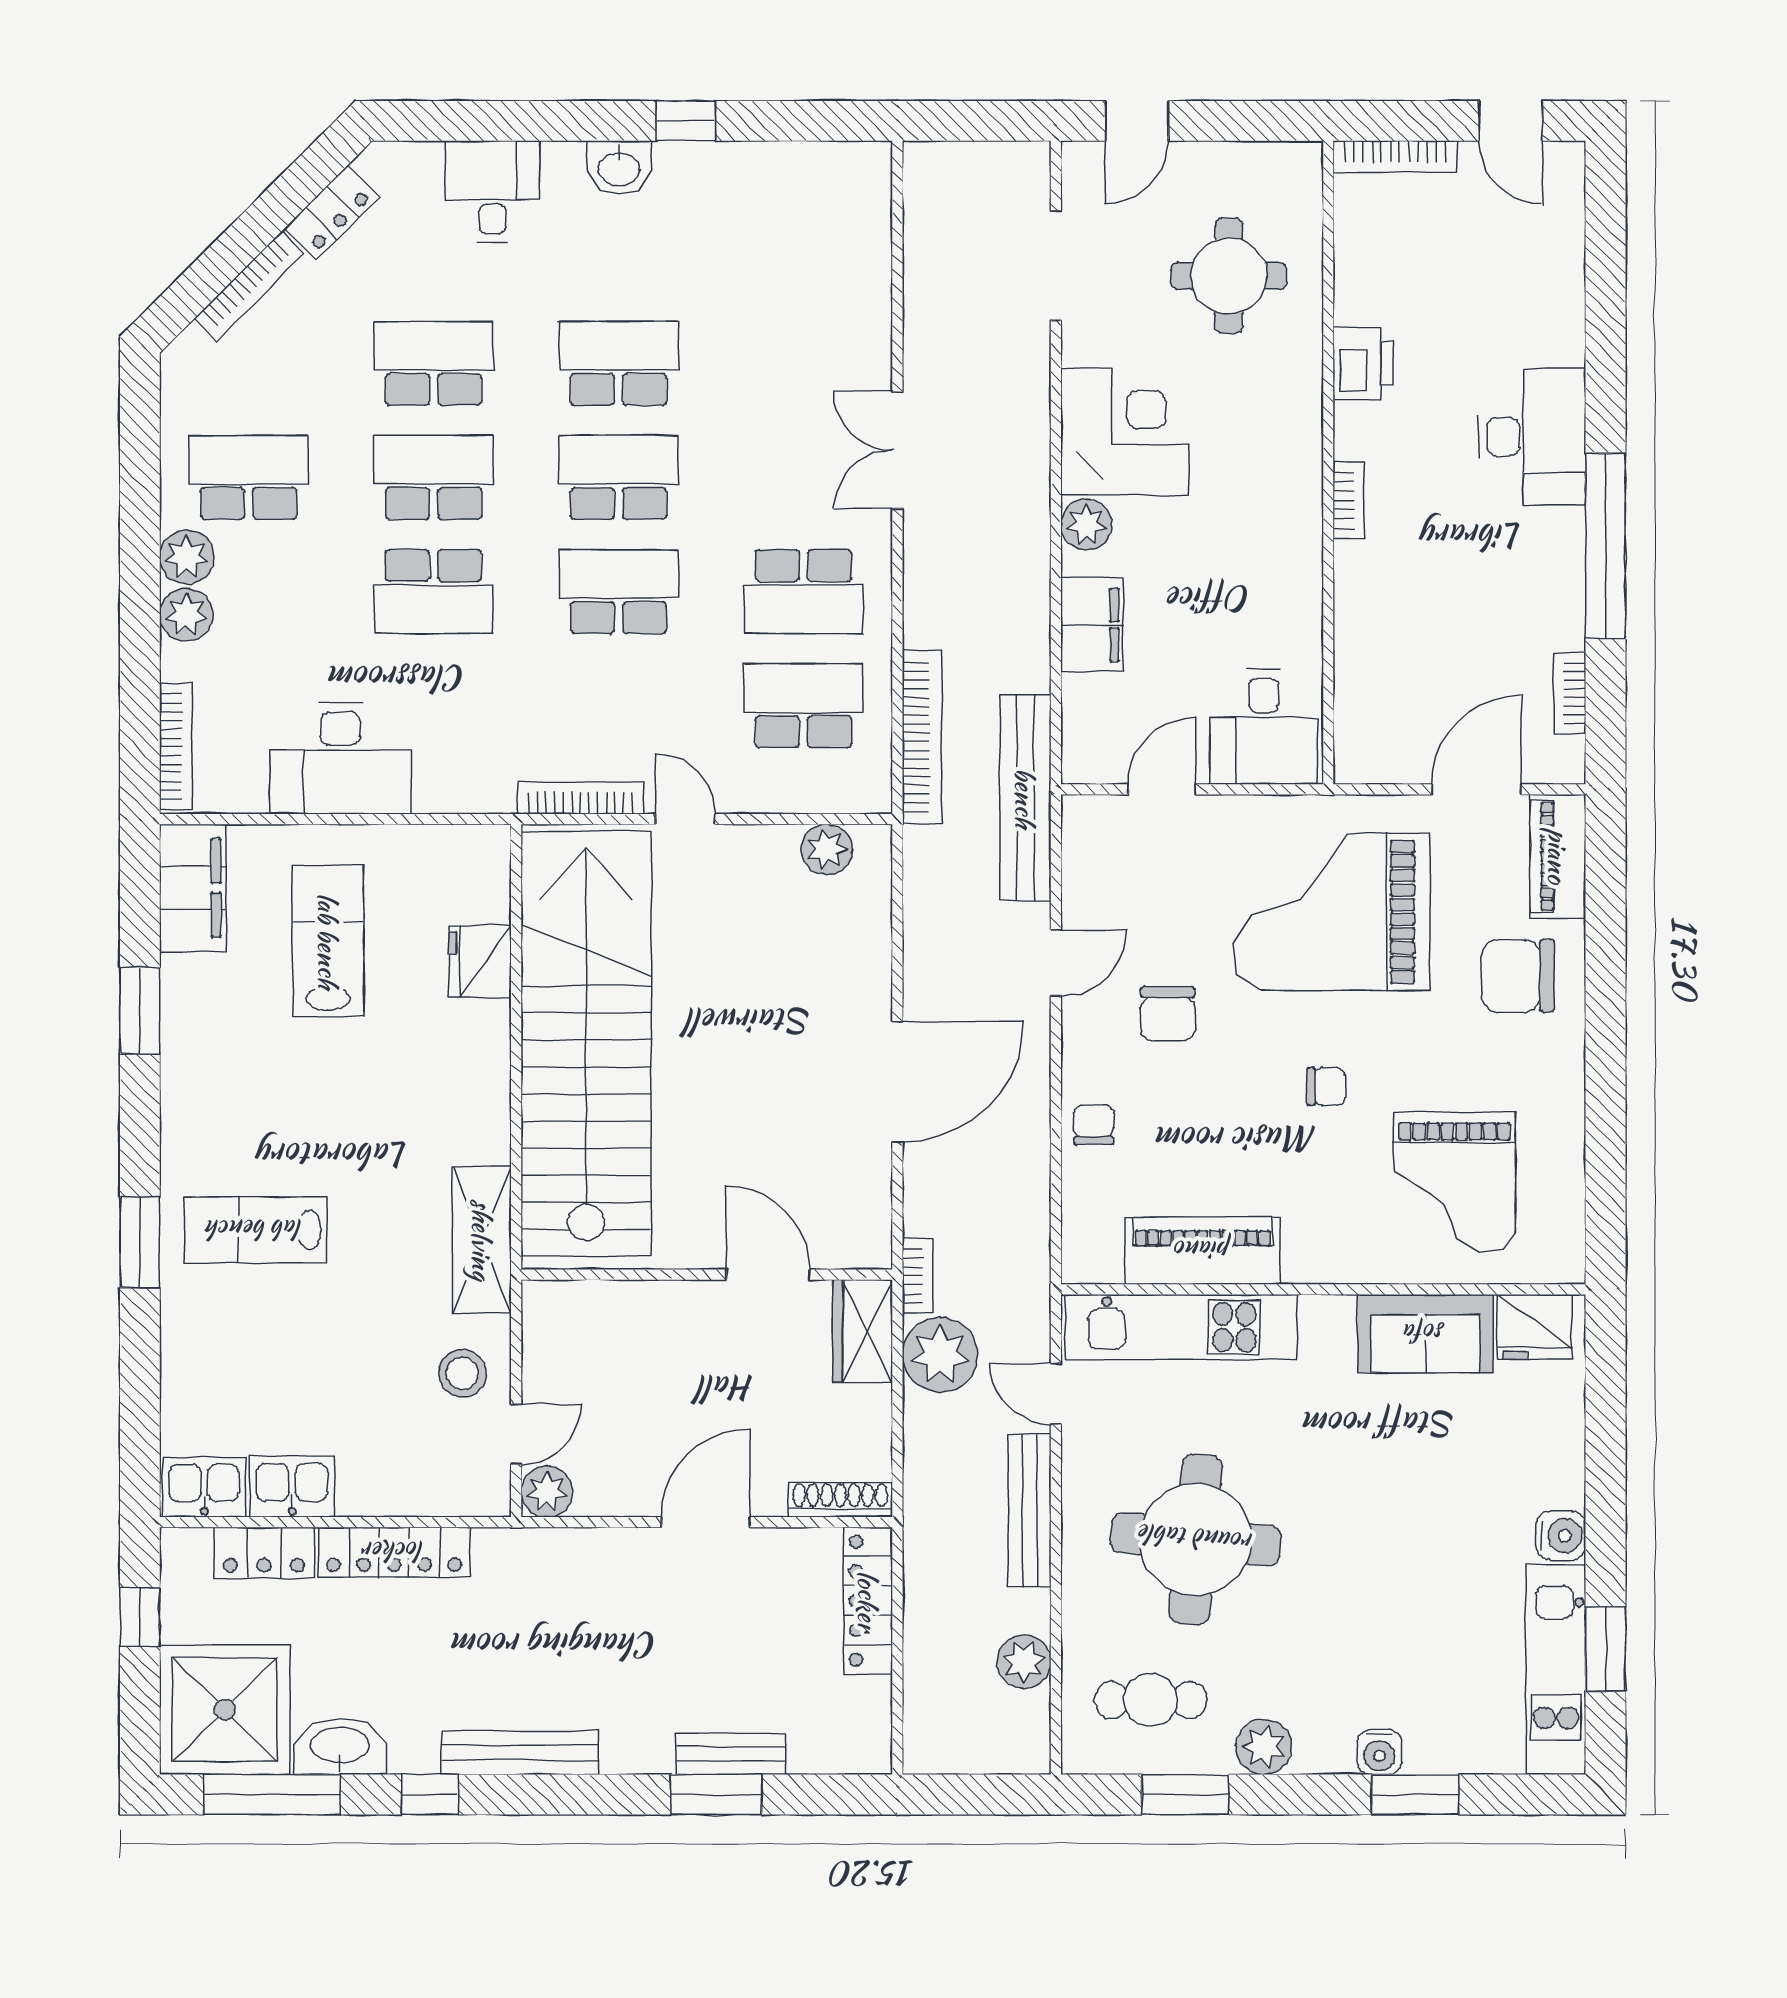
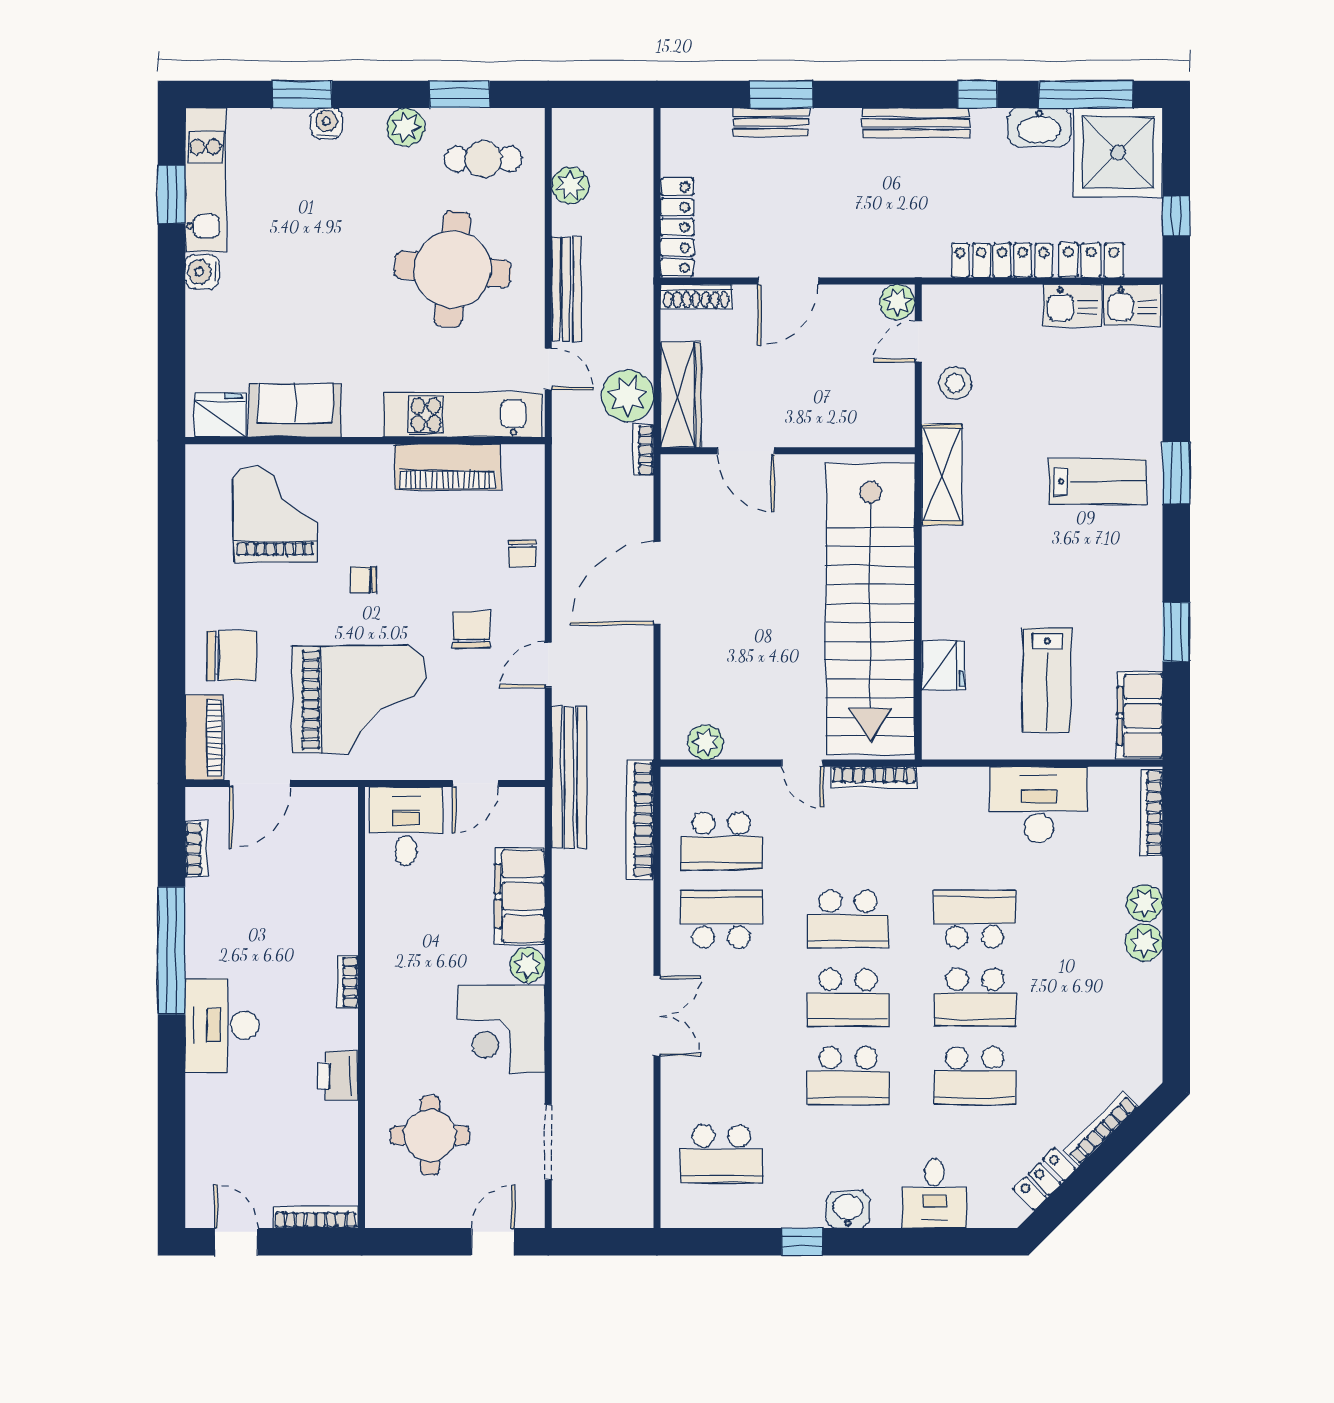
school desk: (249, 477) -> (721, 1154), moved
filing cabinet: (1092, 625) -> (520, 896), width x1.50, depth x1.17
wardrobe: (863, 1331) -> (681, 395), width x1.50

